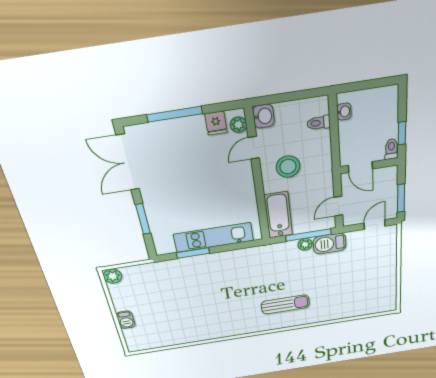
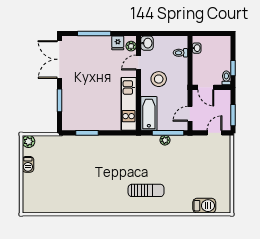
kitchen unit: (214, 237) -> (129, 104), moved, turned -90
barbecue: (330, 244) -> (204, 206), moved, turned 180
barbecue: (126, 320) -> (28, 164), moved

